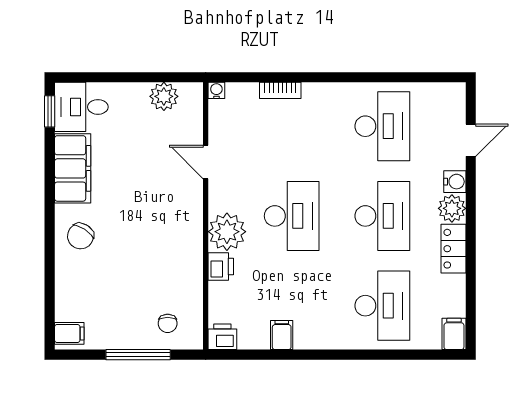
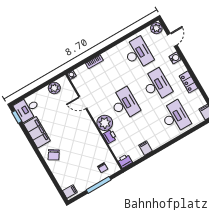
plant: (452, 208) -> (156, 28), moved

